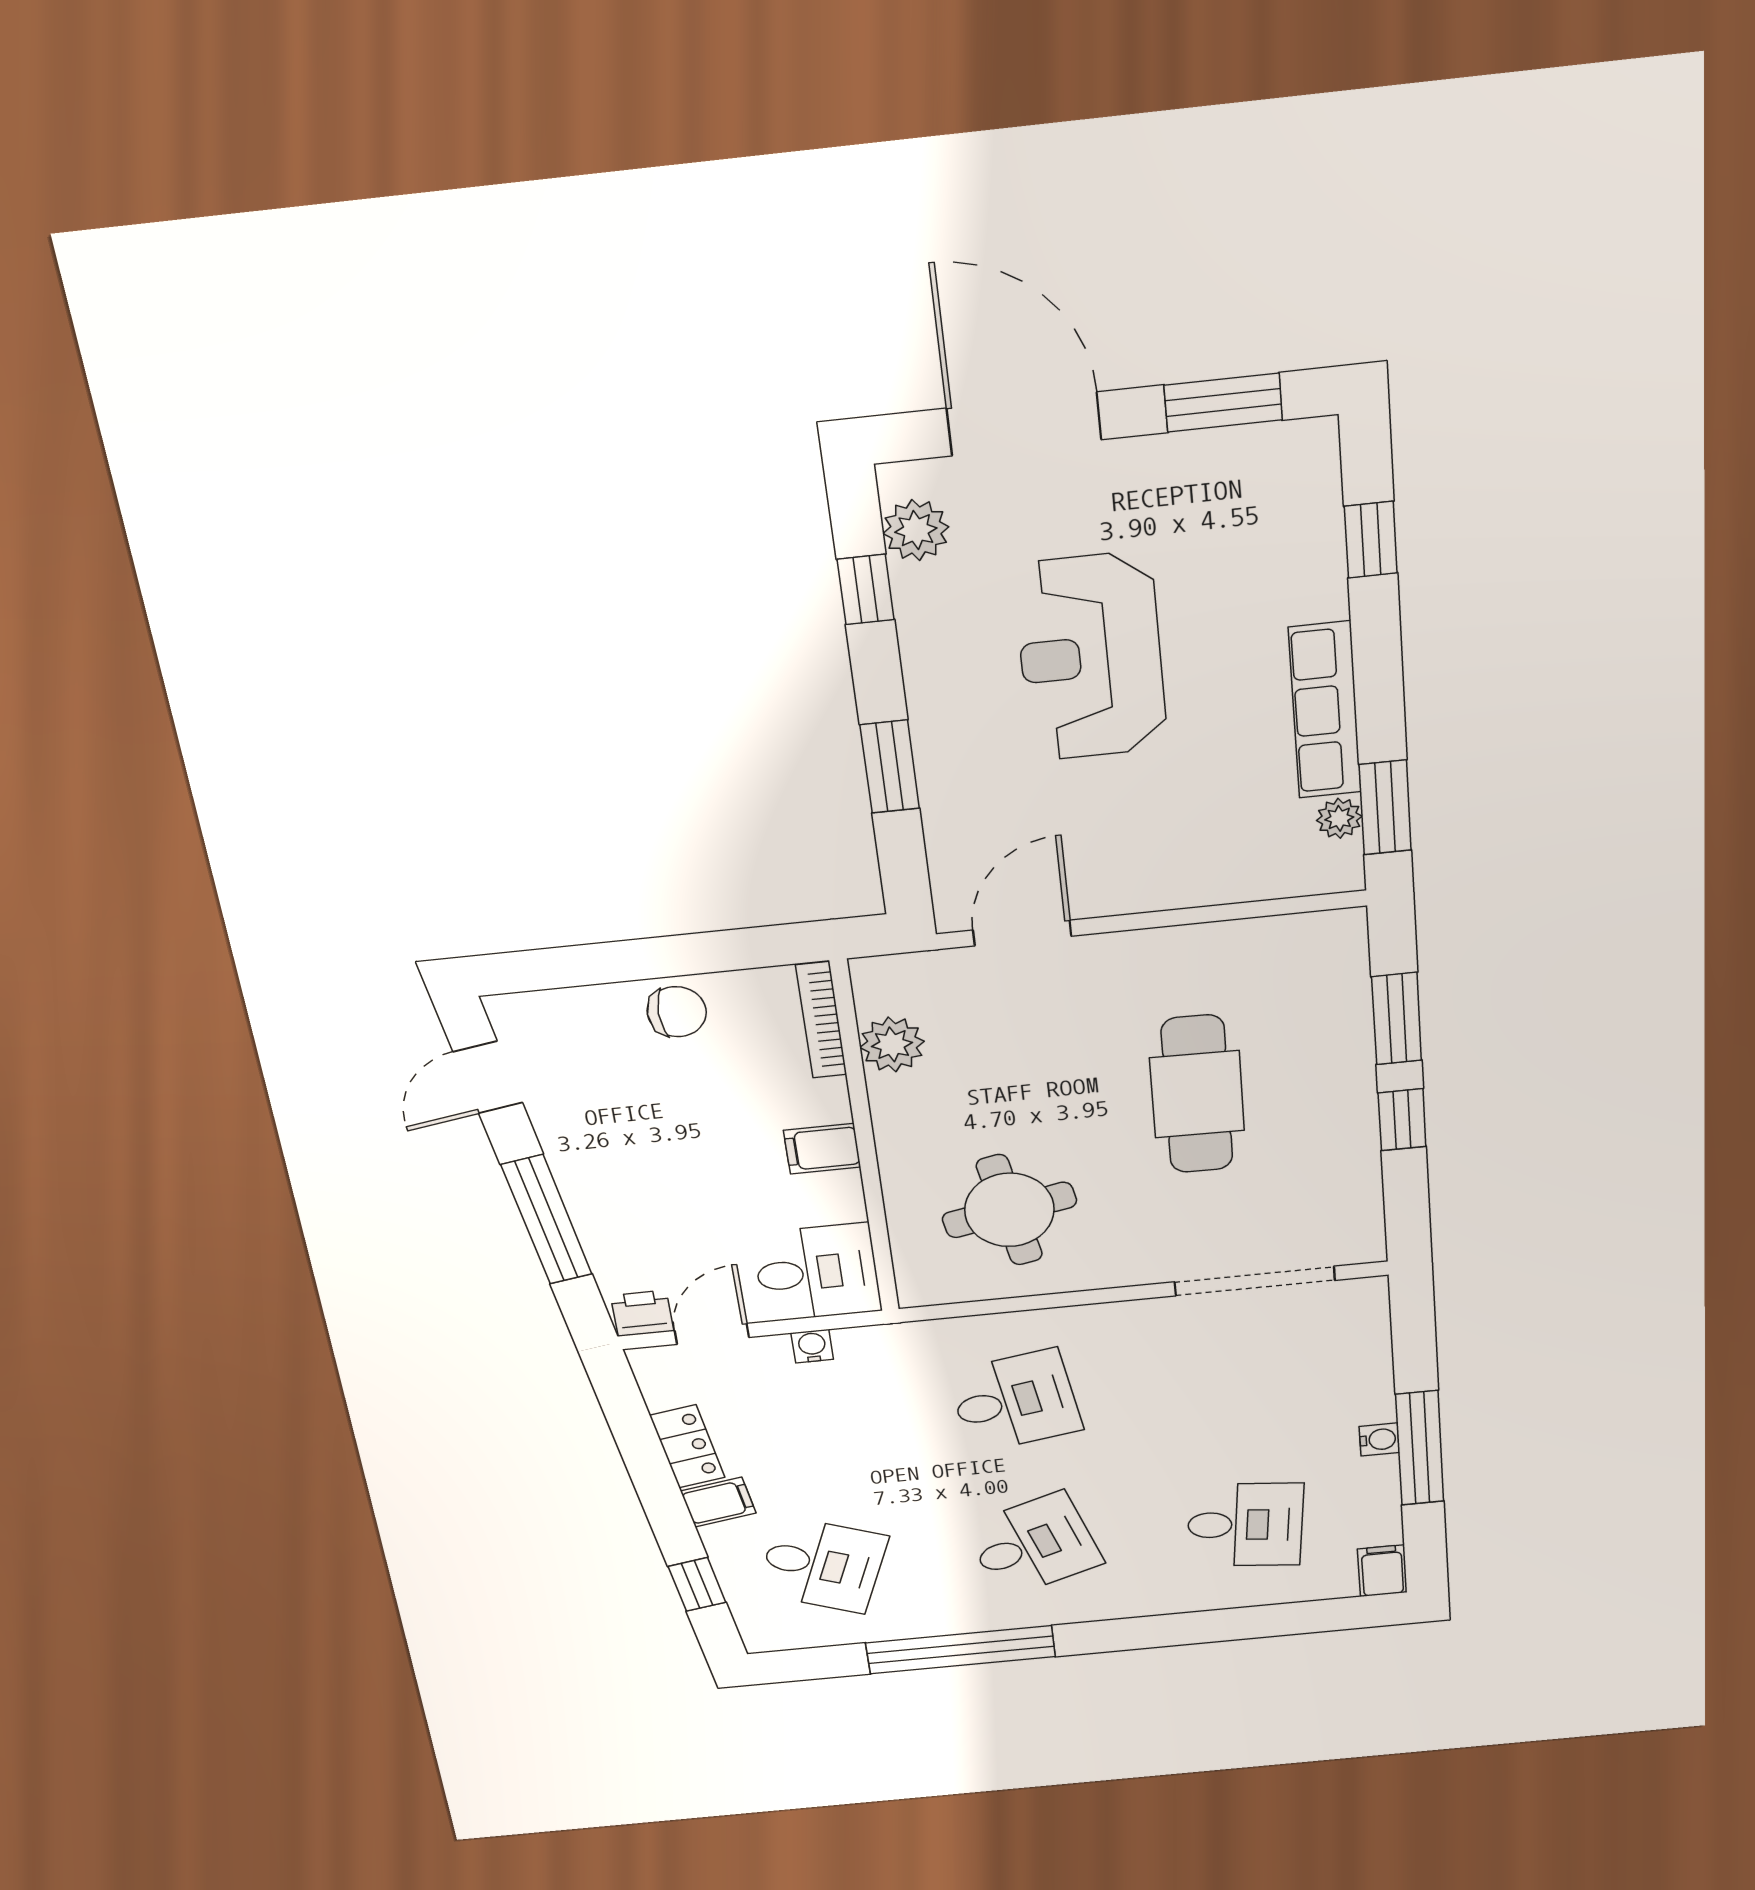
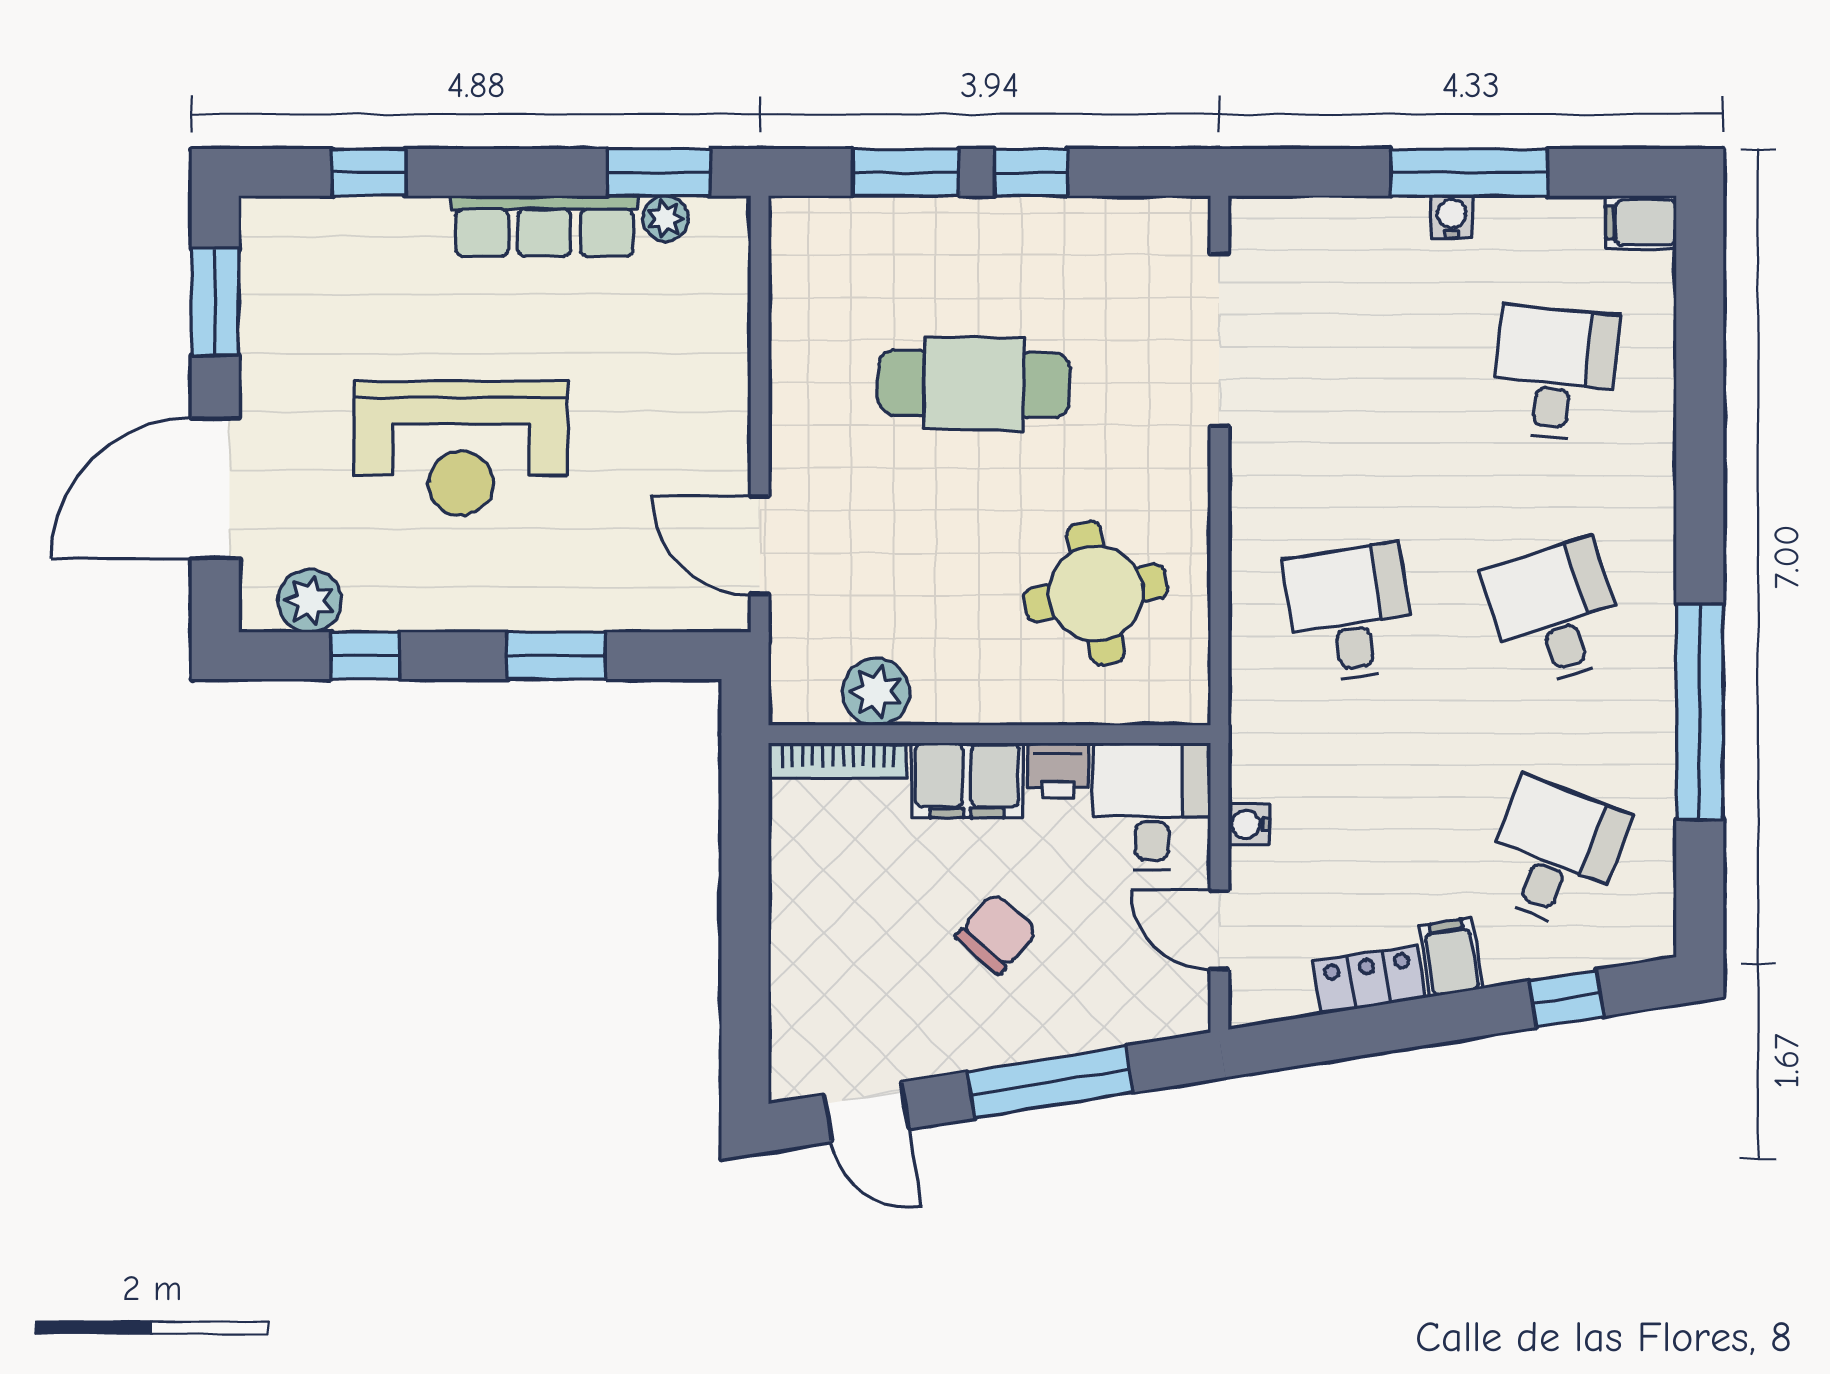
chair: (677, 1012) -> (997, 934), moved, turned 41
filing cabinet: (822, 1149) -> (967, 780), width x2.00
printer: (642, 1313) -> (1058, 771), moved, turned -90

